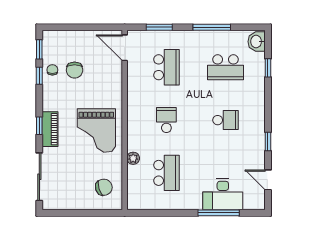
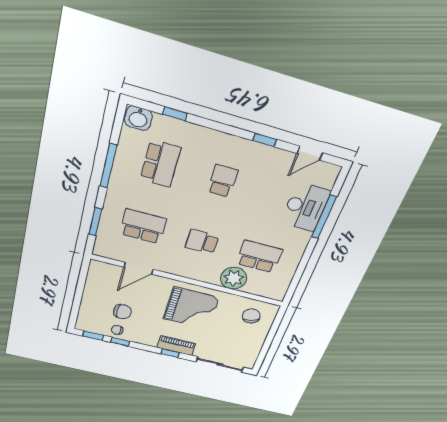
door: (125, 48) -> (139, 268), moved
plant: (133, 158) -> (234, 278), width x1.88, depth x1.88

